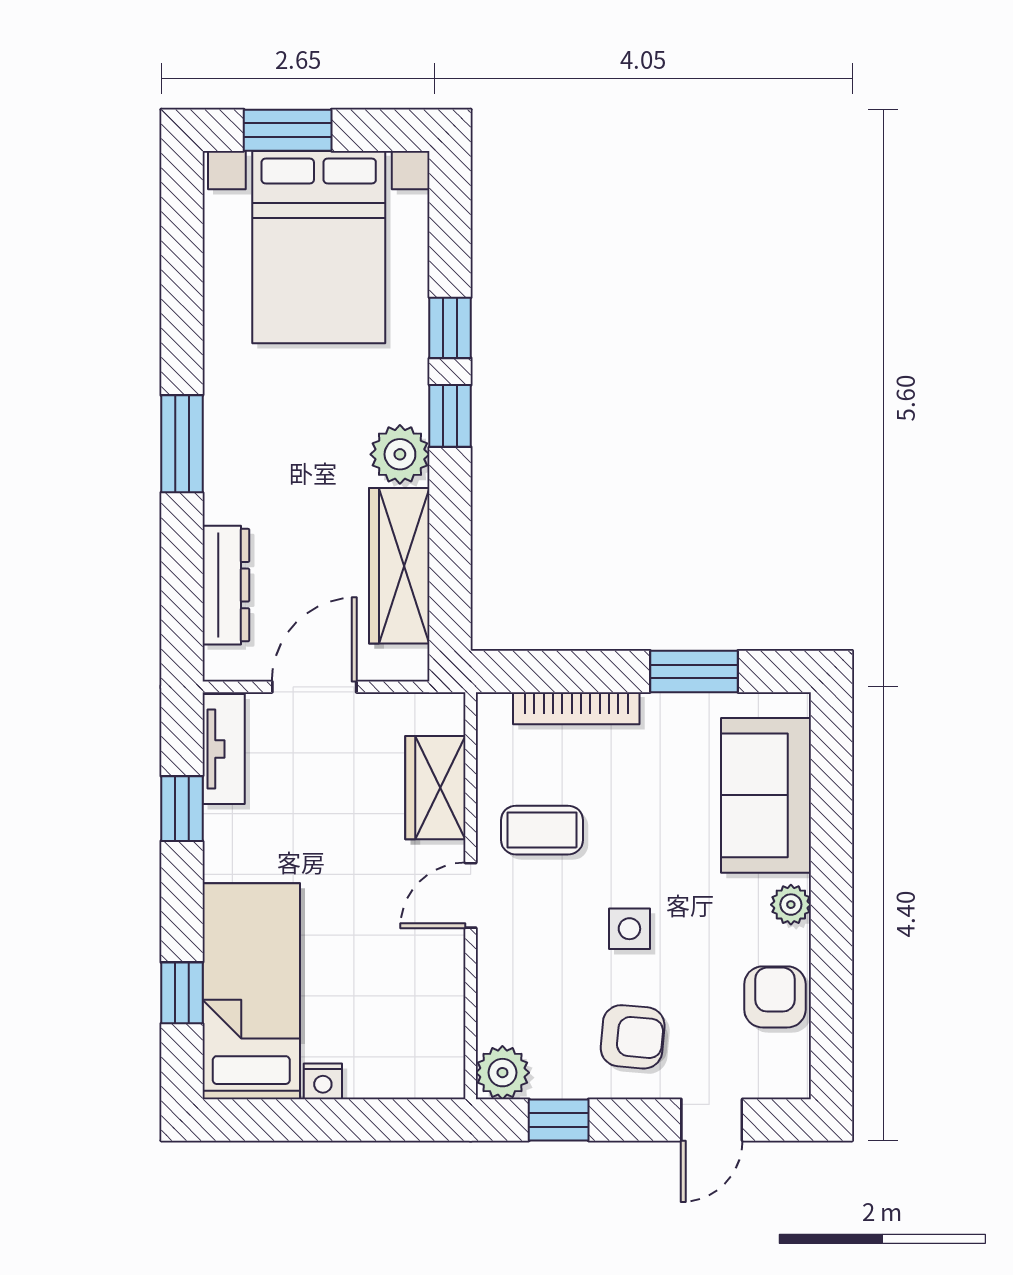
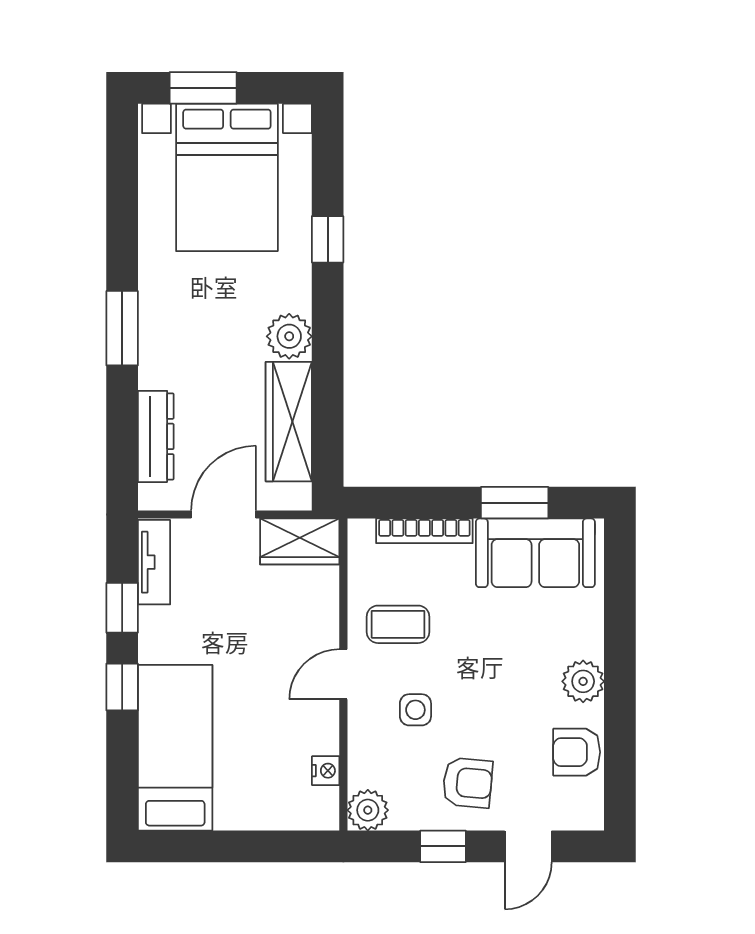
window: (450, 416) -> (328, 307), removed
wardrobe: (435, 788) -> (300, 541), moved, turned -90
sofa: (766, 795) -> (535, 553), moved, turned -90
plant: (791, 905) -> (583, 681), width x1.38, depth x1.38
side table: (629, 929) -> (415, 710), moved
window: (182, 993) -> (122, 687), moved
armchair: (775, 997) -> (577, 752), turned -90
nightstand: (323, 1081) -> (326, 771), moved, turned -90
window: (559, 1120) -> (443, 846), moved

